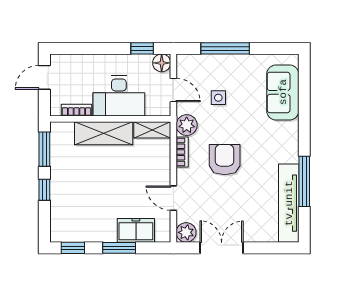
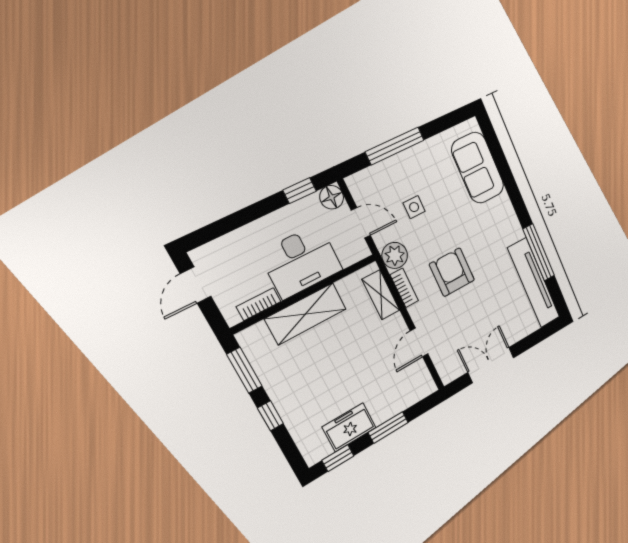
shelving: (152, 130) -> (381, 295), moved, turned 90
door: (173, 198) -> (419, 342), hinge flipped
freezer: (136, 230) -> (349, 427), moved
plant: (186, 232) -> (449, 370), removed

